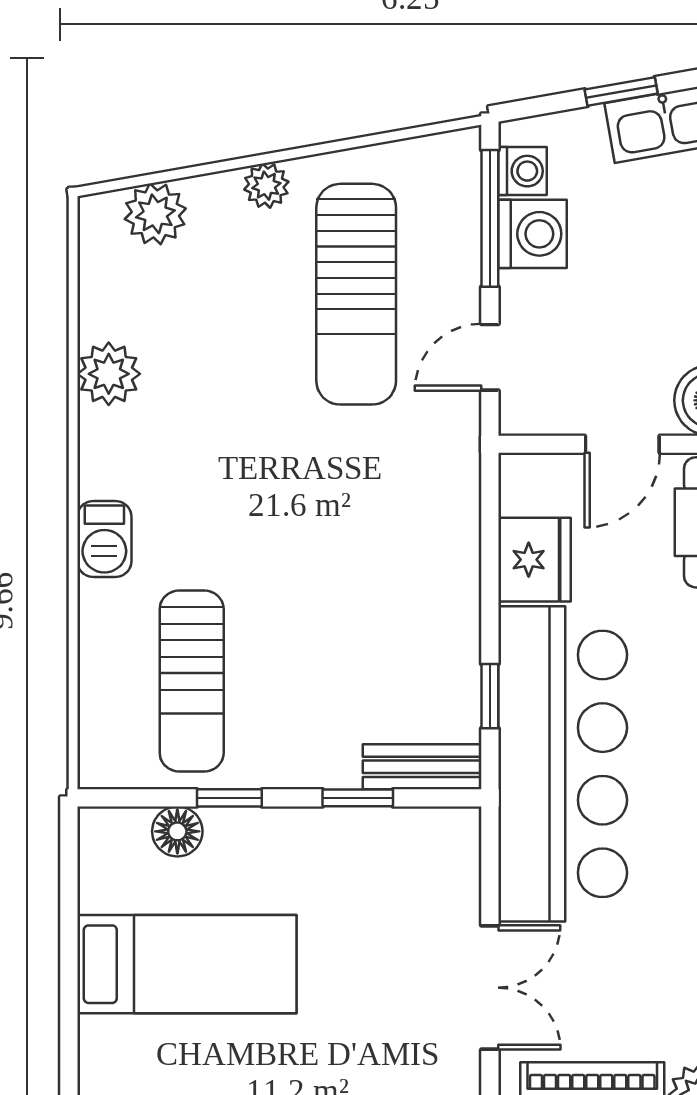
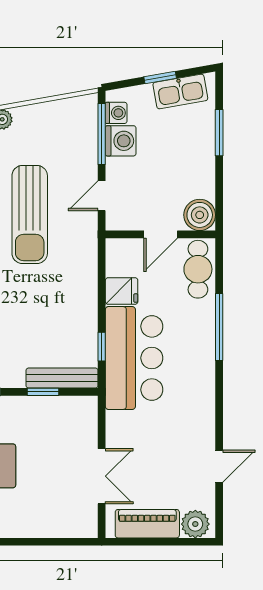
sun lounger: (356, 294) -> (30, 215), moved
fridge: (534, 560) -> (122, 291), width x0.72
bar counter: (563, 764) -> (134, 358), width x0.73
bench: (422, 767) -> (62, 378), width x1.36

